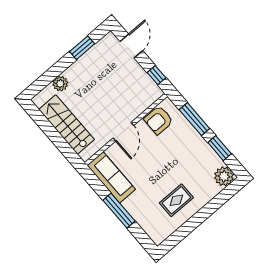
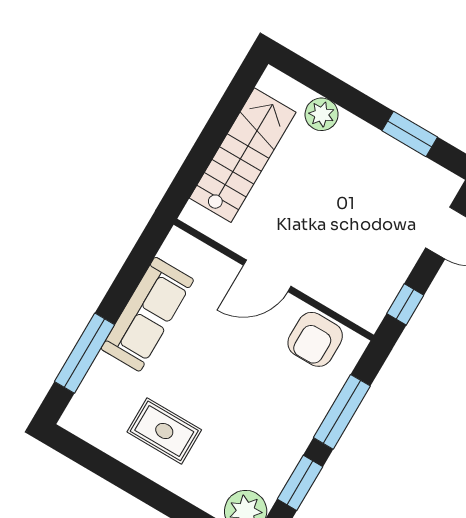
armchair: (159, 120) -> (315, 339), turned -90
sofa: (111, 177) -> (147, 314), moved
window: (119, 211) -> (85, 353), moved

